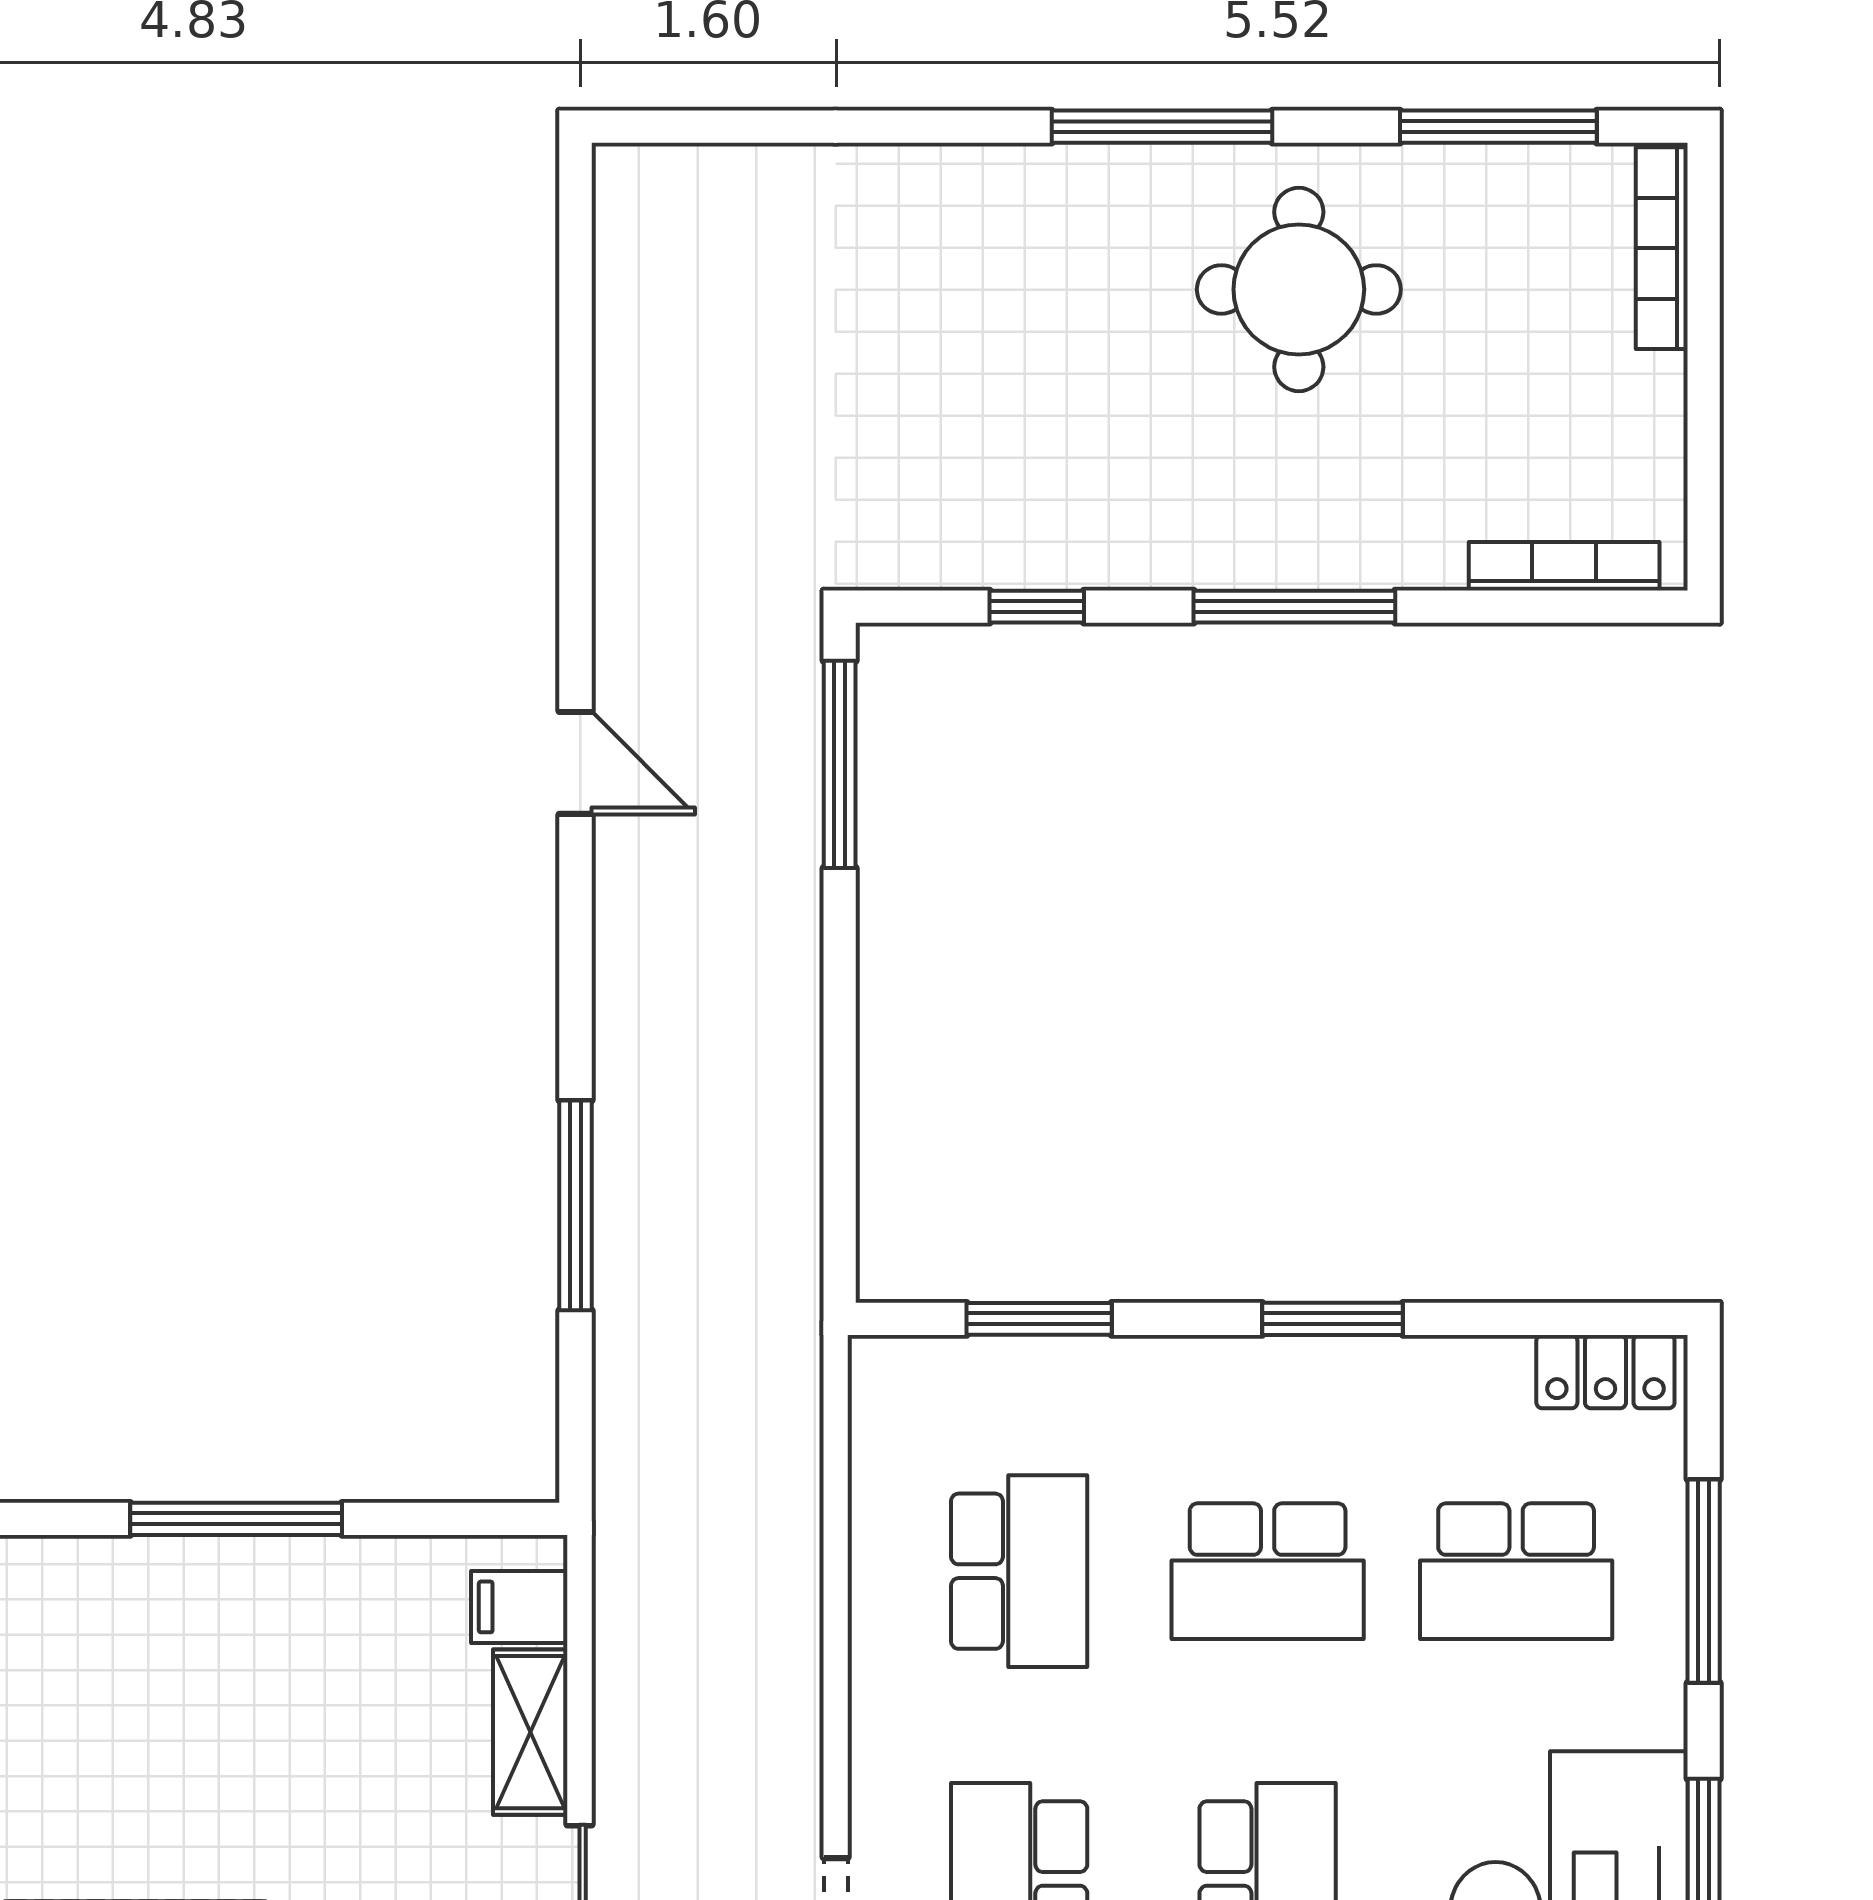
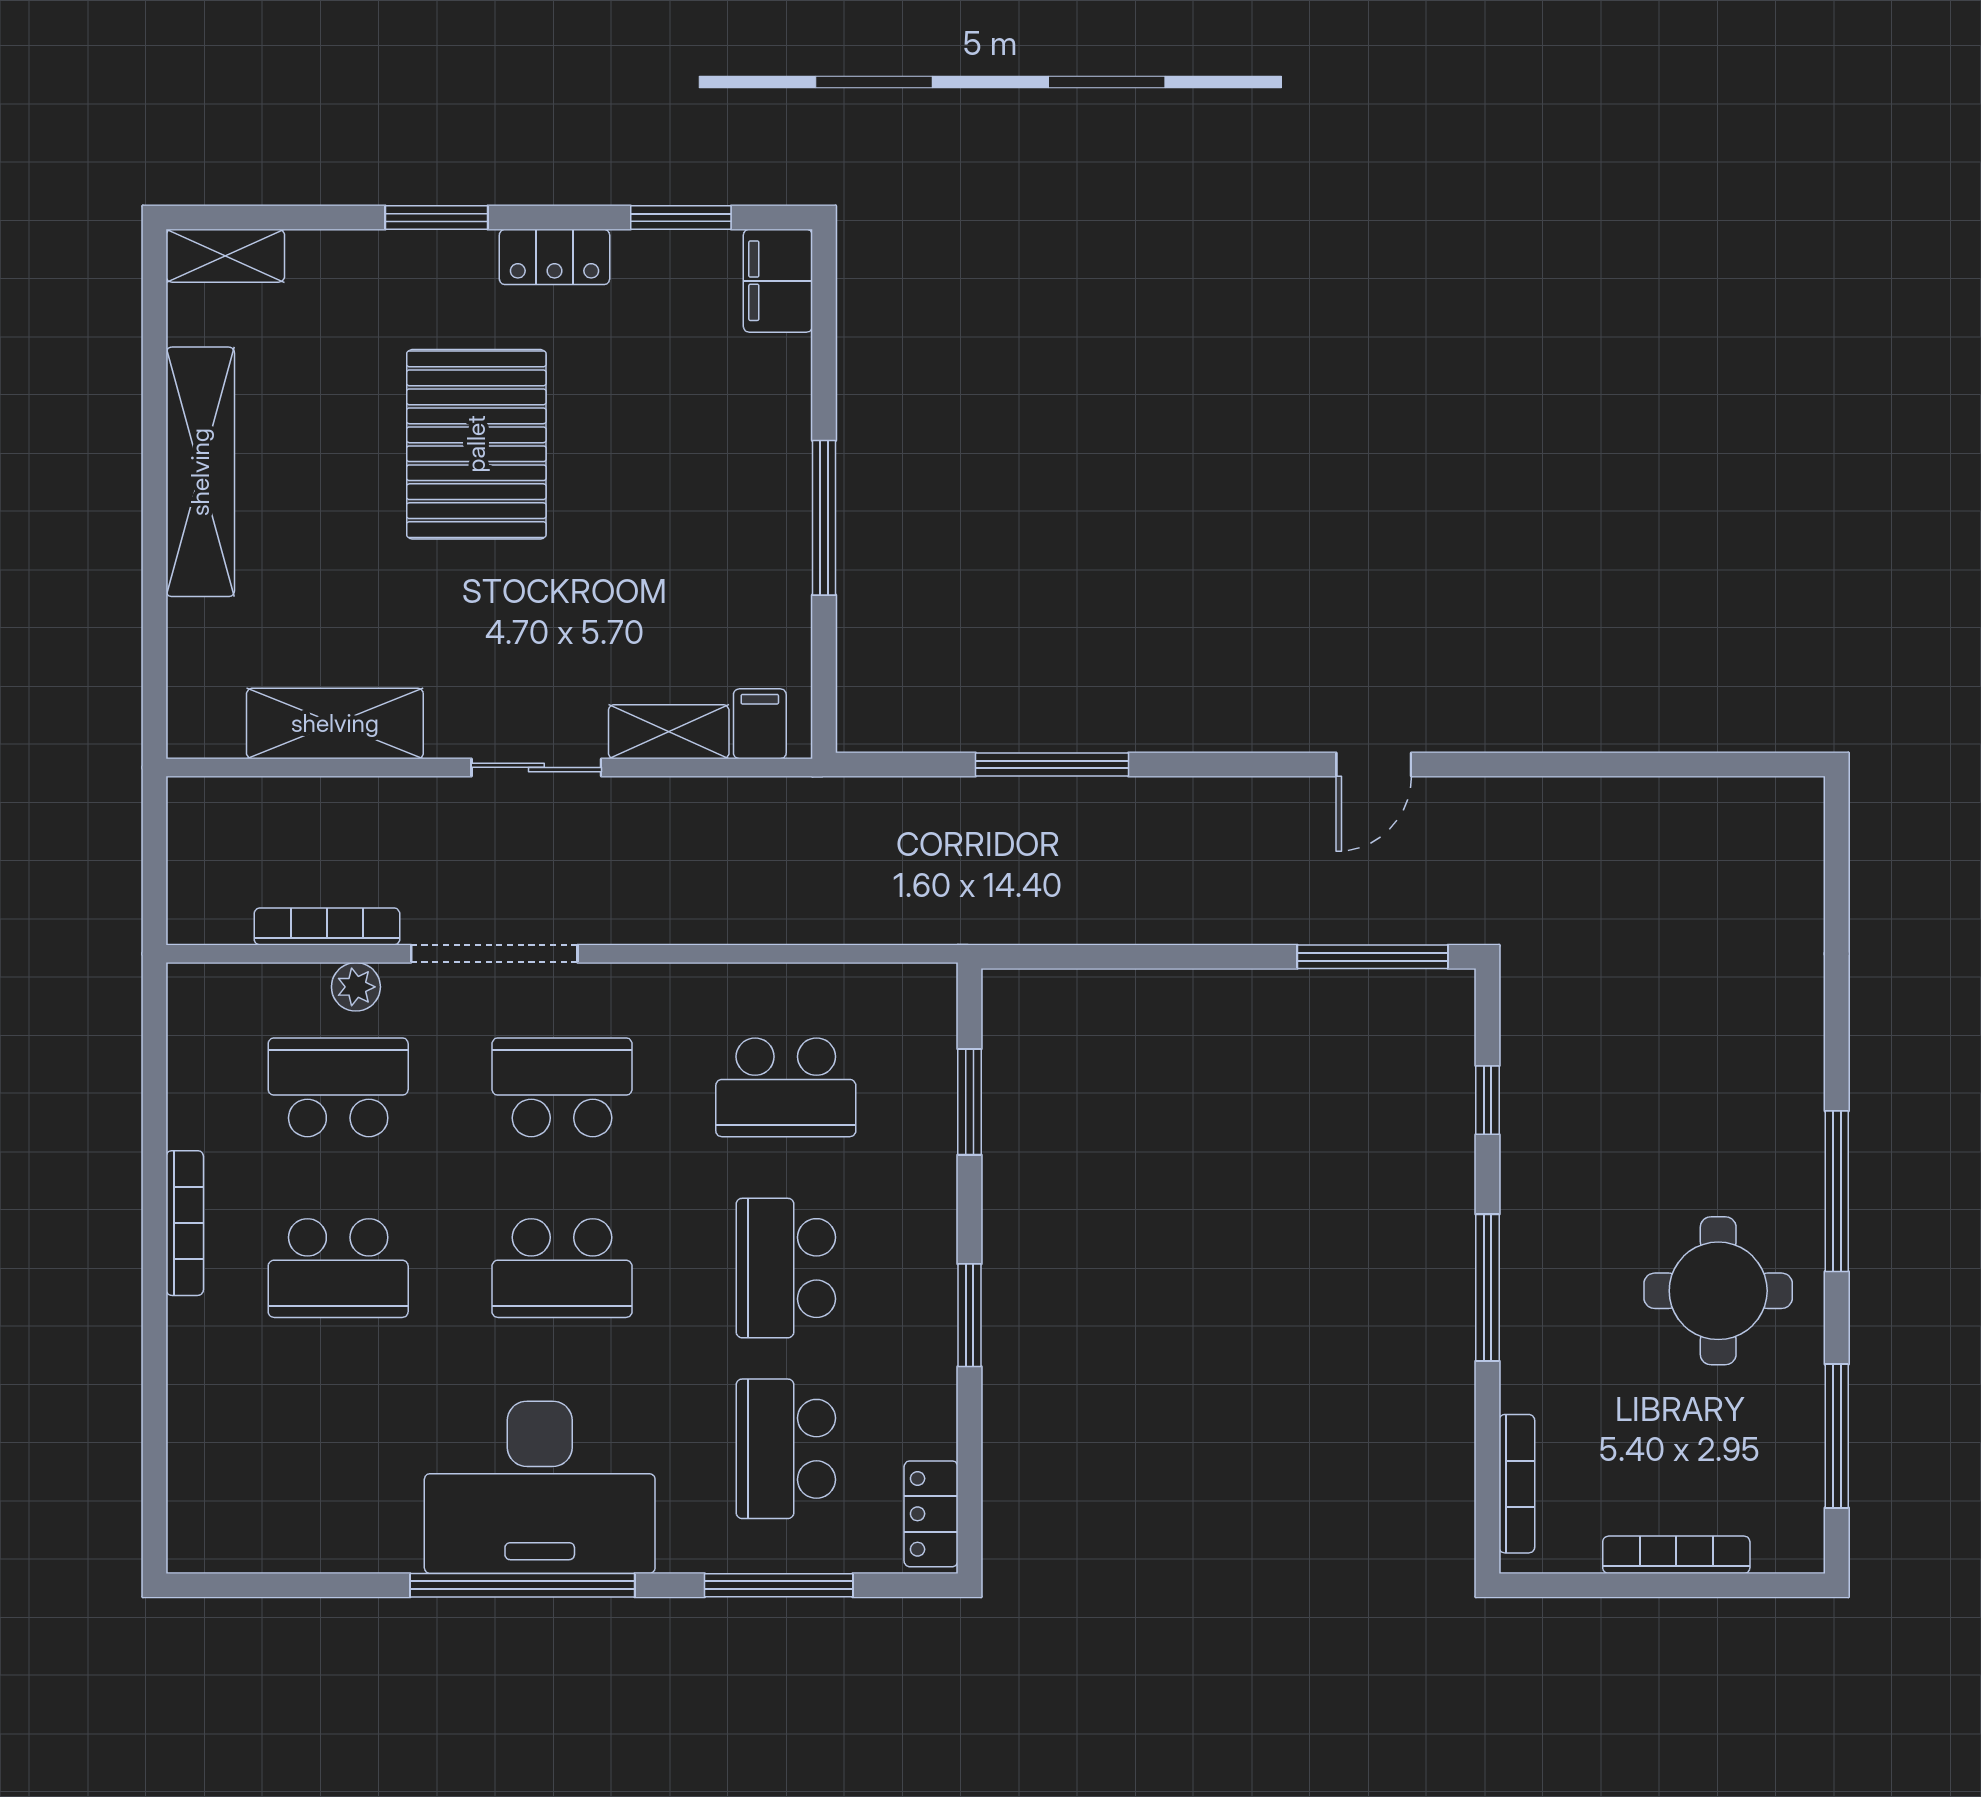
bookcase: (1662, 248) -> (1676, 1555), moved

